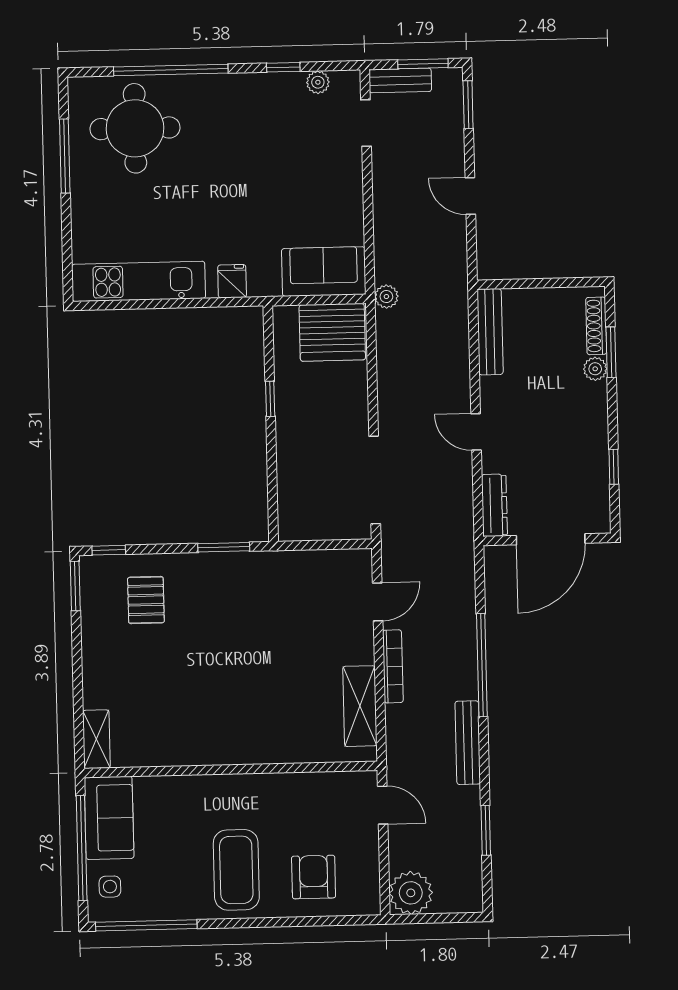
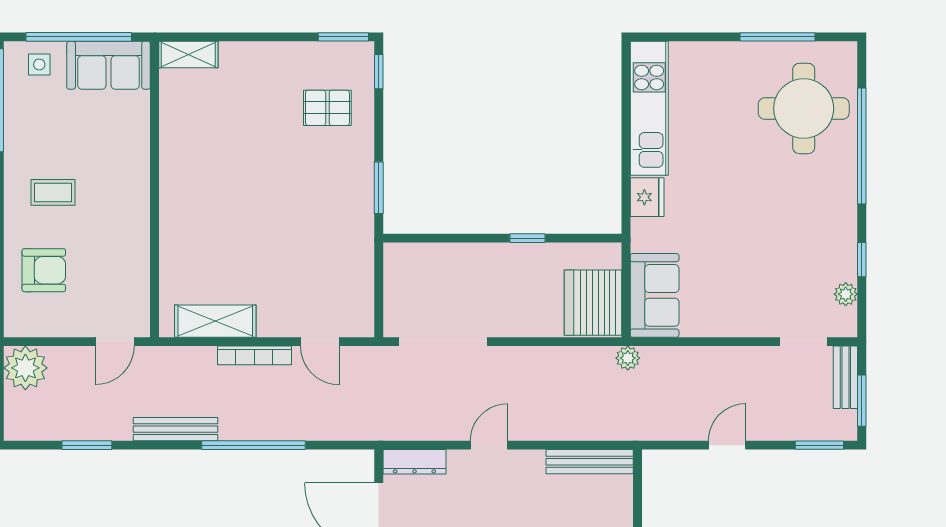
fridge: (232, 281) -> (647, 197), width x1.38
coffee table: (236, 870) -> (53, 192), width x0.54, depth x0.58

